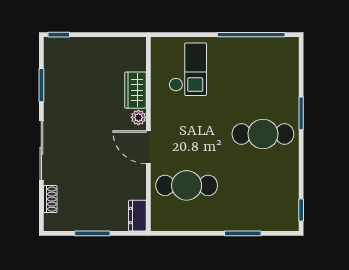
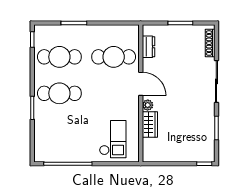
checkout: (188, 69) -> (113, 139), turned 180
cafe table: (263, 185) -> (59, 57), added
shoe rack: (50, 199) -> (210, 43), width x1.43
dresser: (137, 216) -> (148, 47), moved

